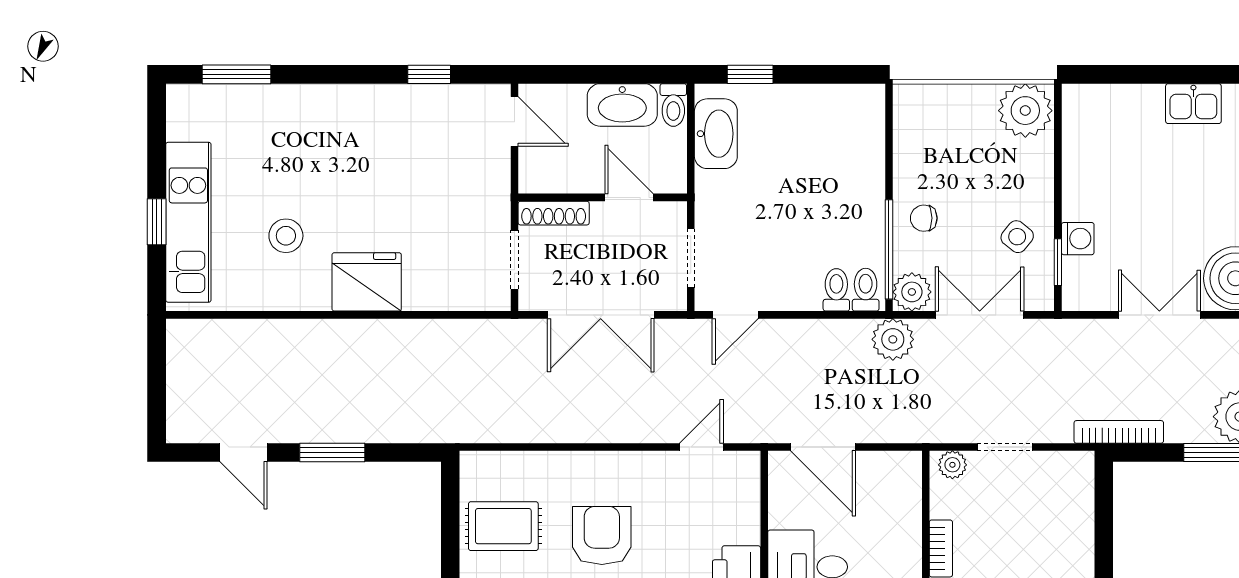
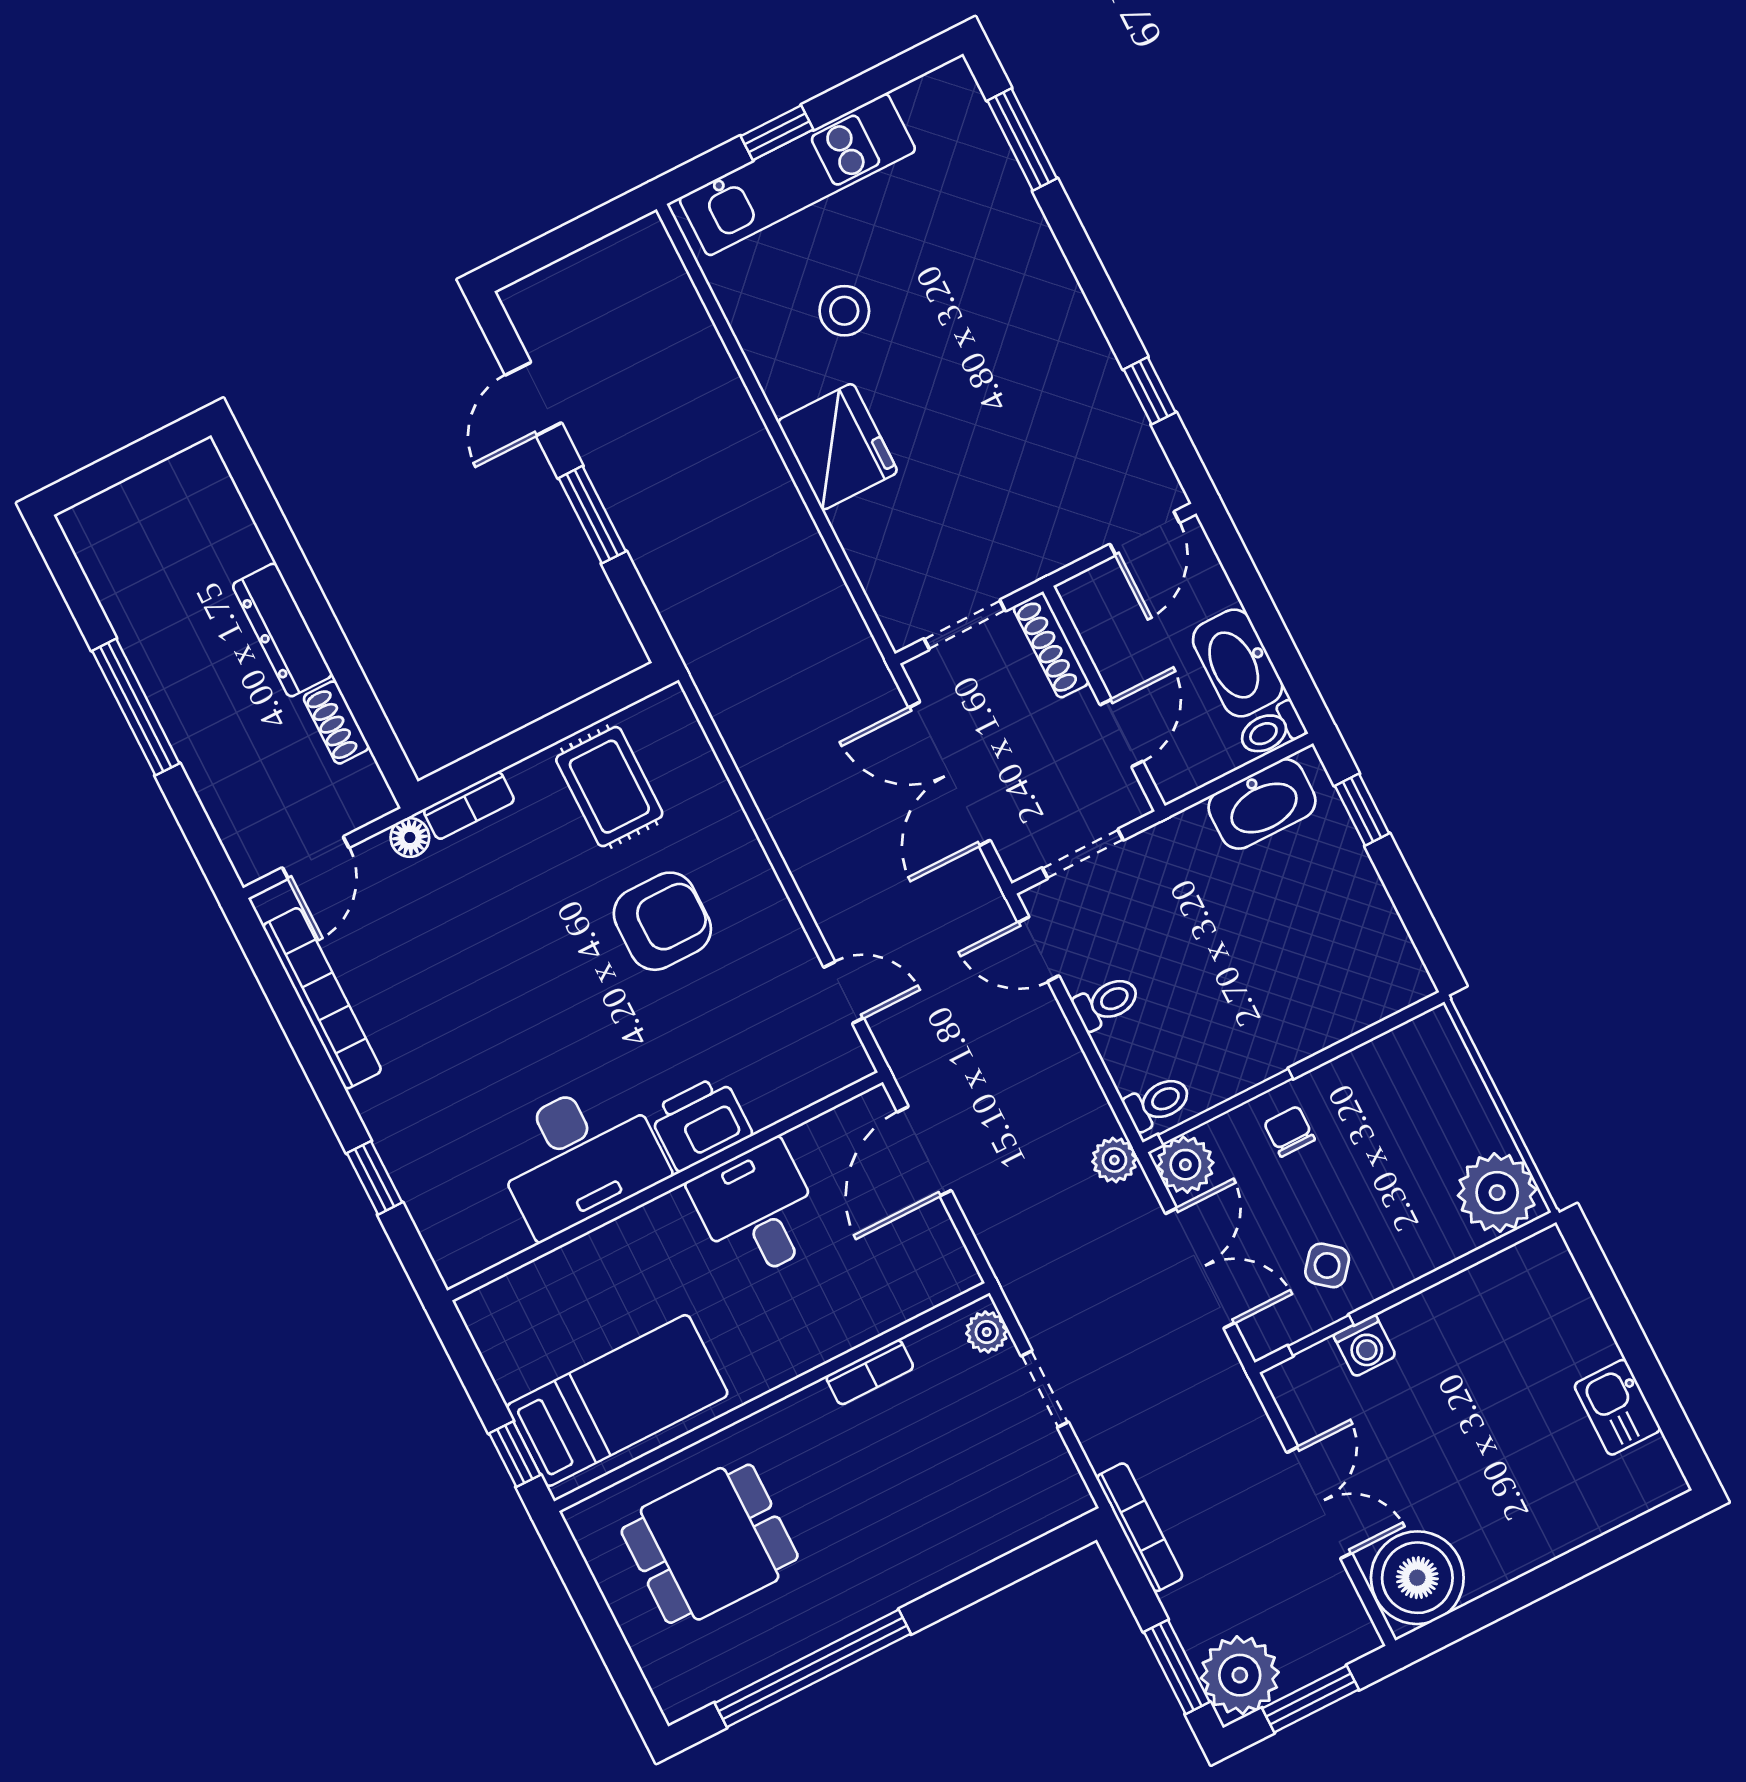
toilet: (836, 290) -> (1107, 1003), moved
plant: (893, 339) -> (1114, 1160), width x0.73, depth x0.73

